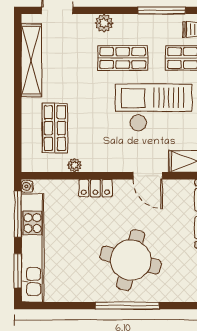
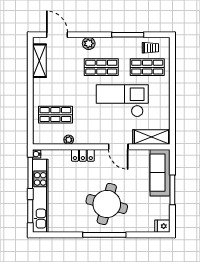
shelving: (31, 60) -> (39, 61), width x0.68
shop shelf: (55, 128) -> (55, 115), turned 90

